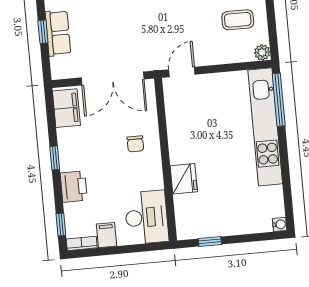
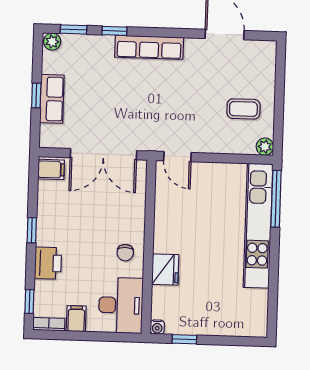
door: (182, 72) -> (177, 157), swing flipped
filing cabinet: (66, 108) -> (51, 169), width x0.50
chair: (135, 144) -> (125, 253), moved
water cooler: (280, 224) -> (157, 327), moved, turned 90

